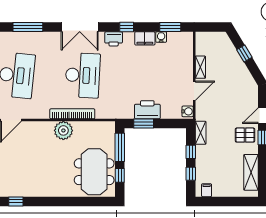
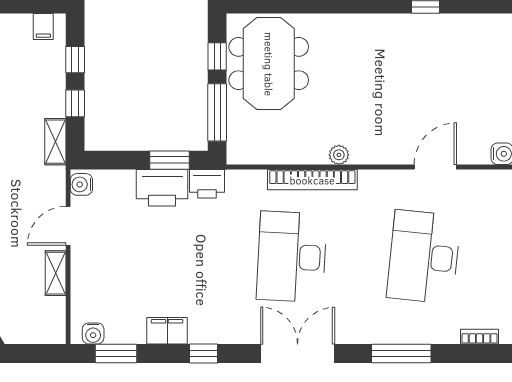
water cooler: (161, 37) -> (93, 333), moved
printer: (114, 39) -> (207, 184), moved, turned 180
plant: (63, 130) -> (339, 155), width x0.53, depth x0.53

